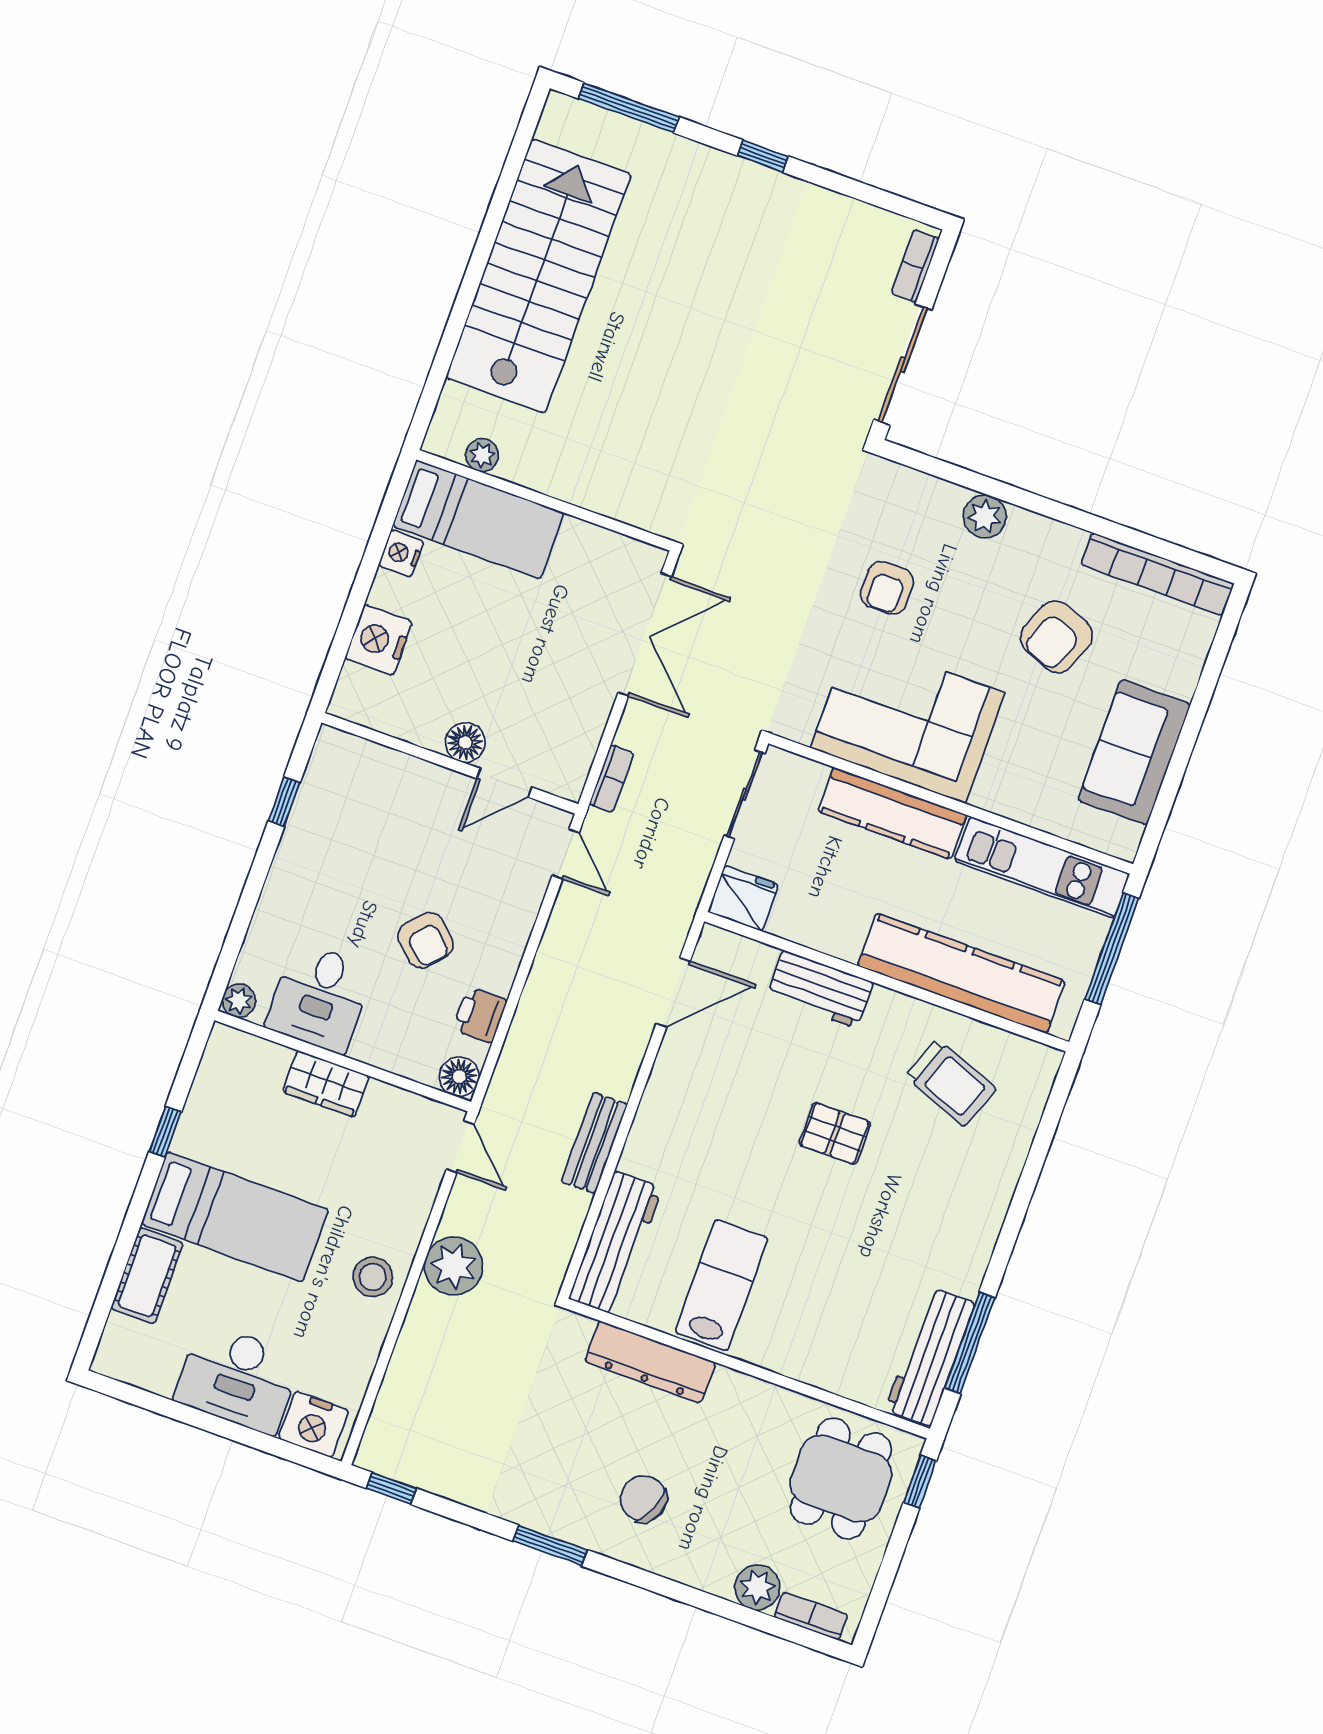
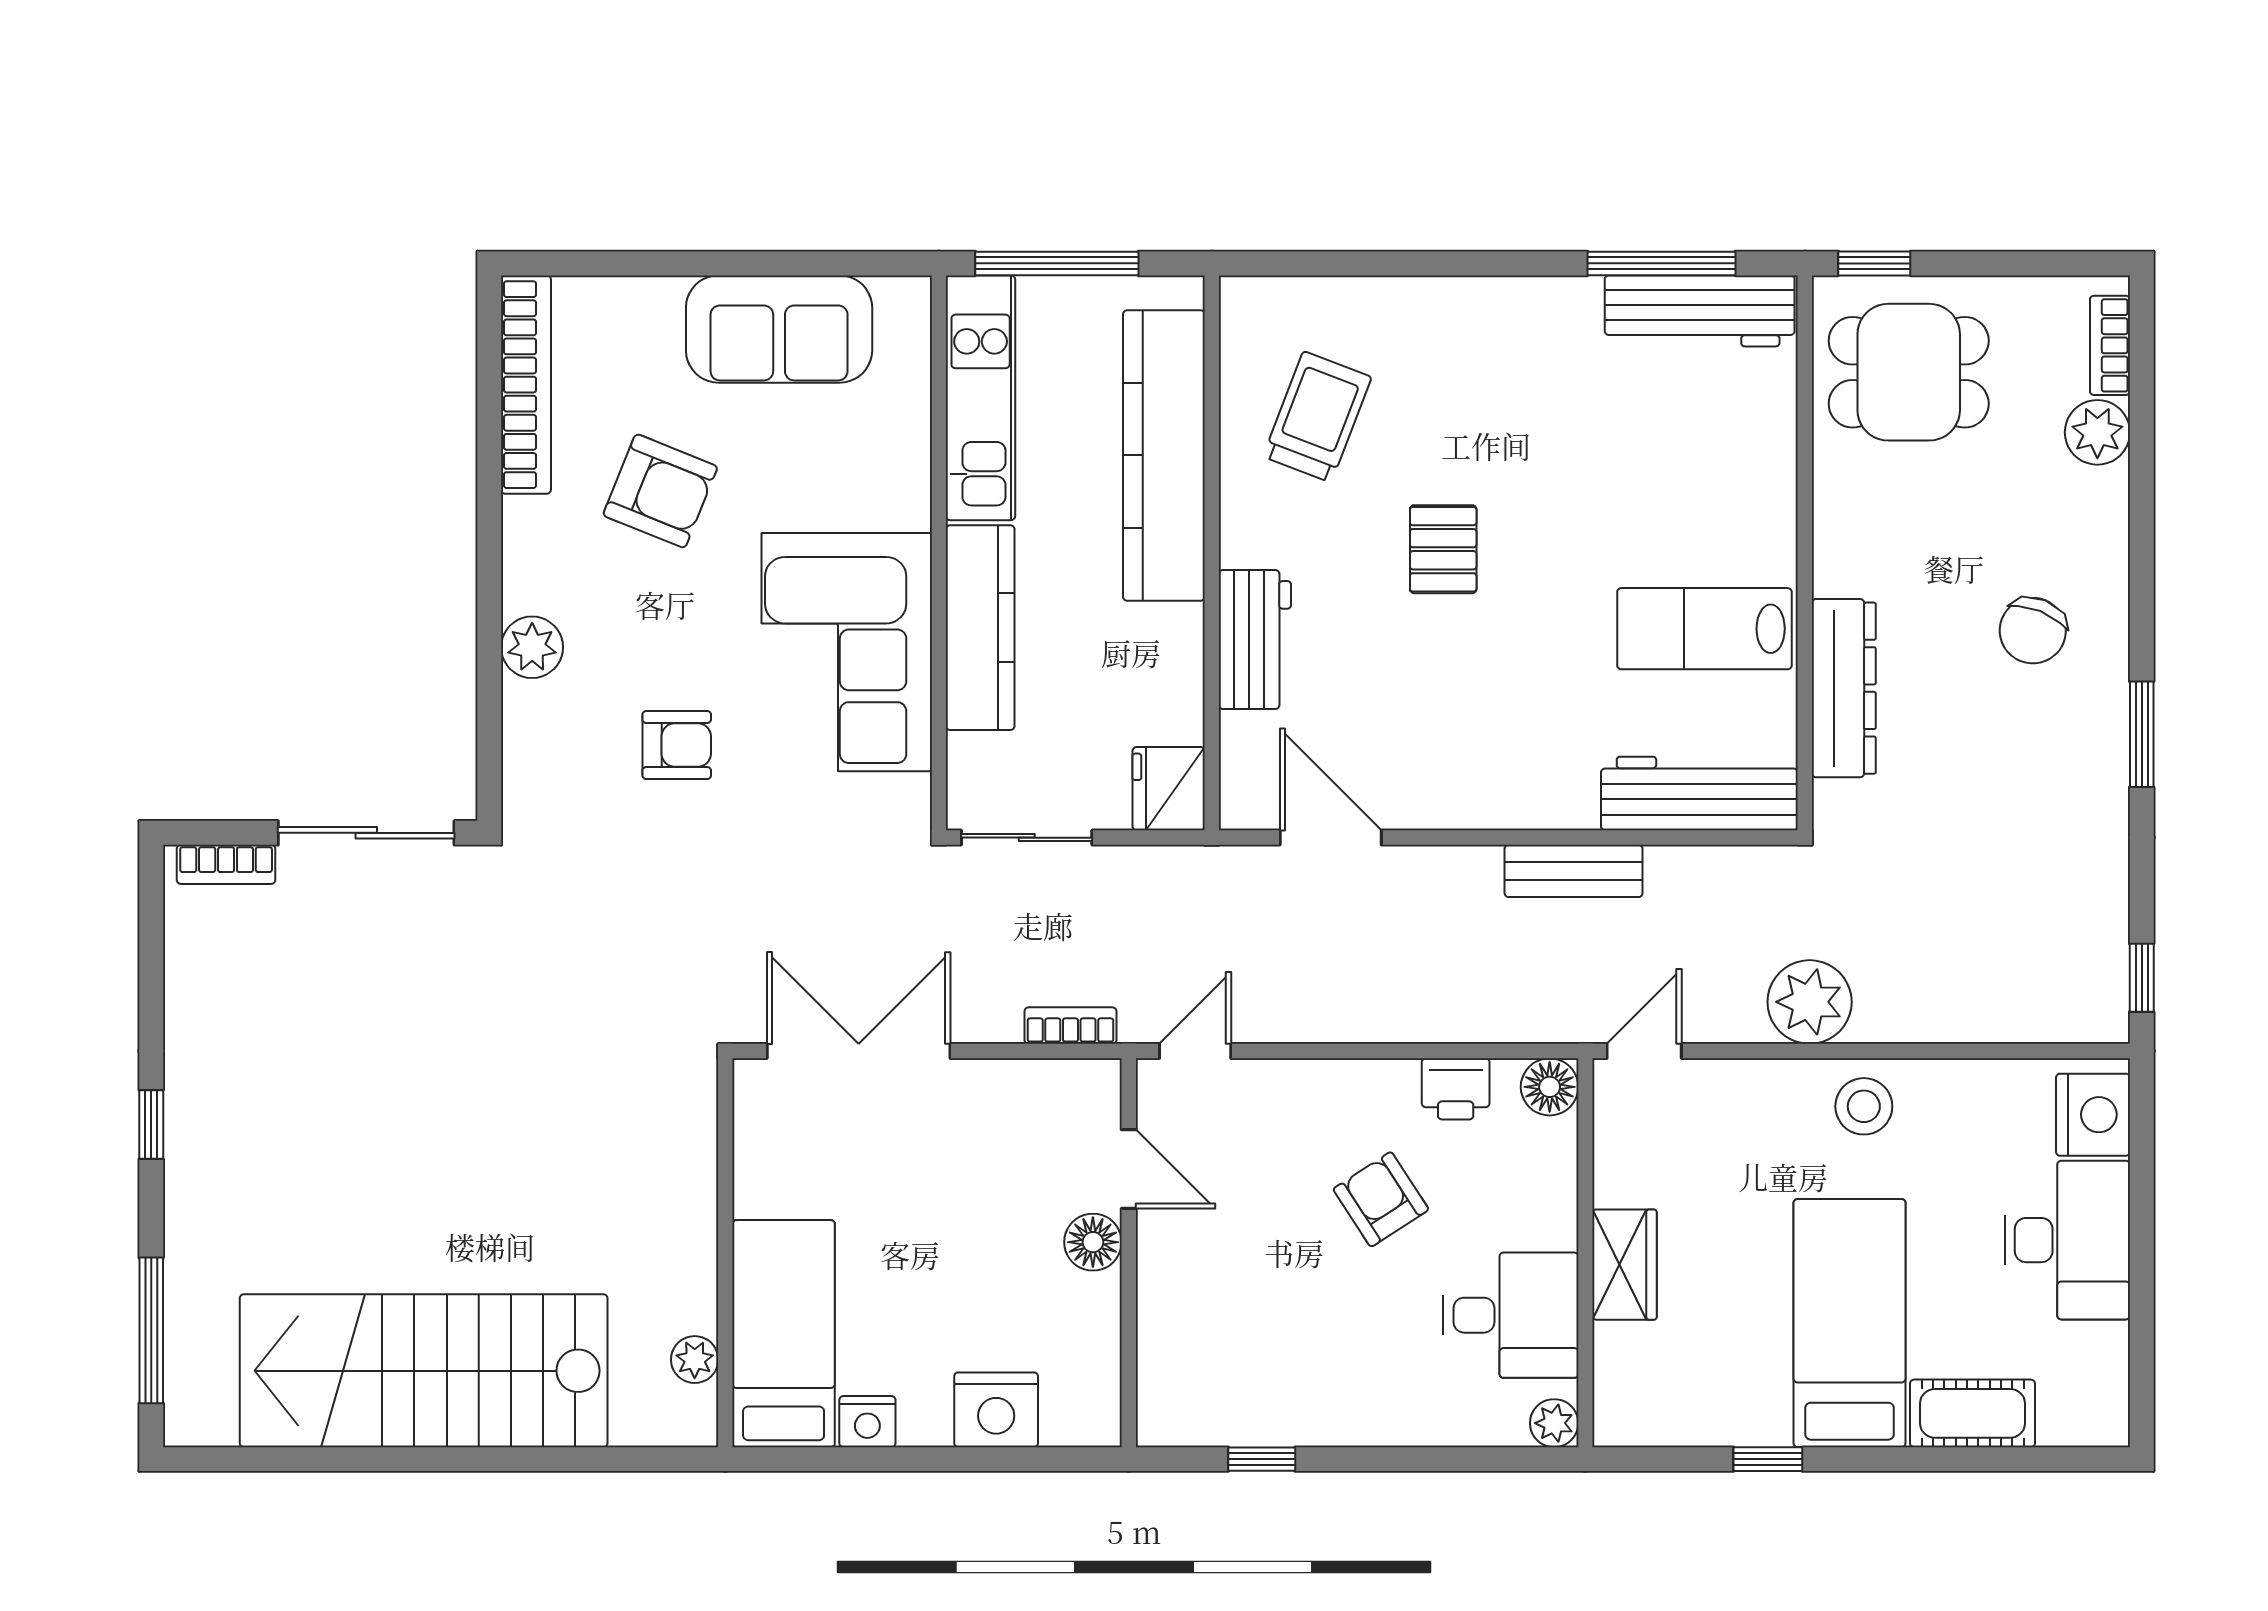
armchair: (426, 940) -> (1381, 1199), turned -75

